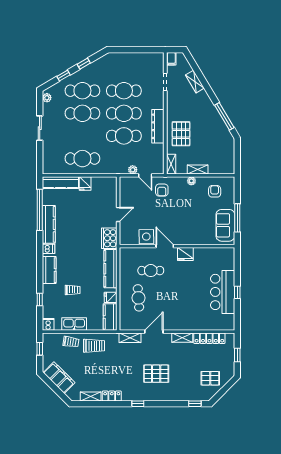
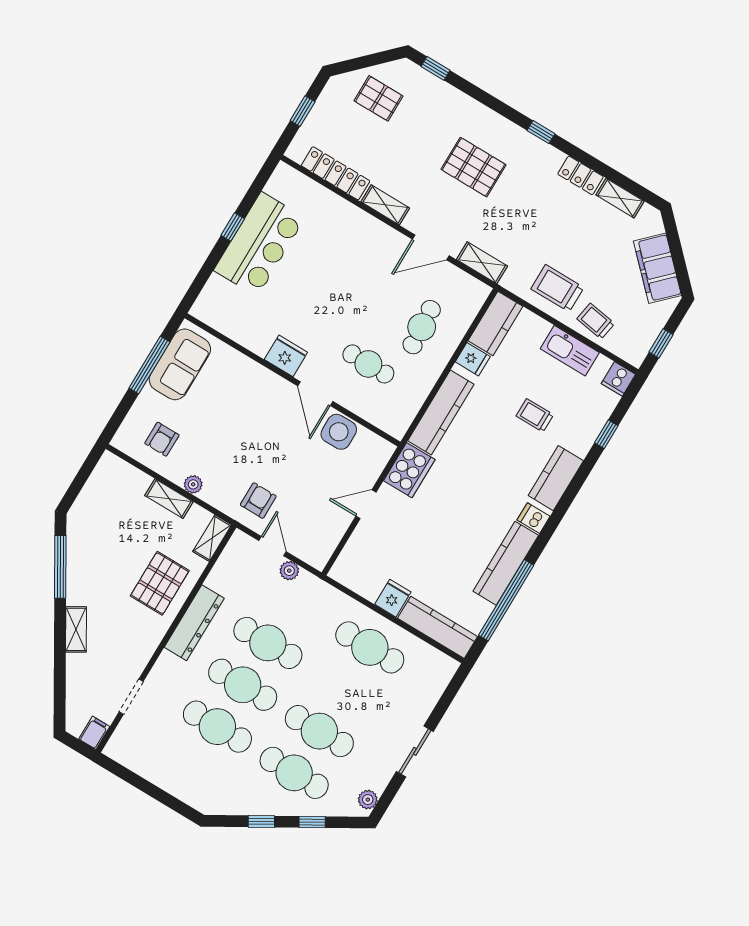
shelving: (195, 82) -> (76, 629), moved

